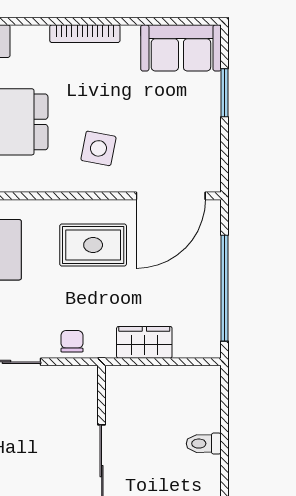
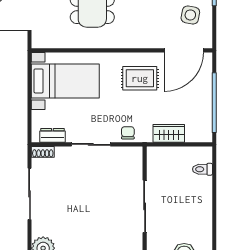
side table: (98, 148) -> (190, 15), moved
toilet: (204, 444) -> (202, 169), moved

